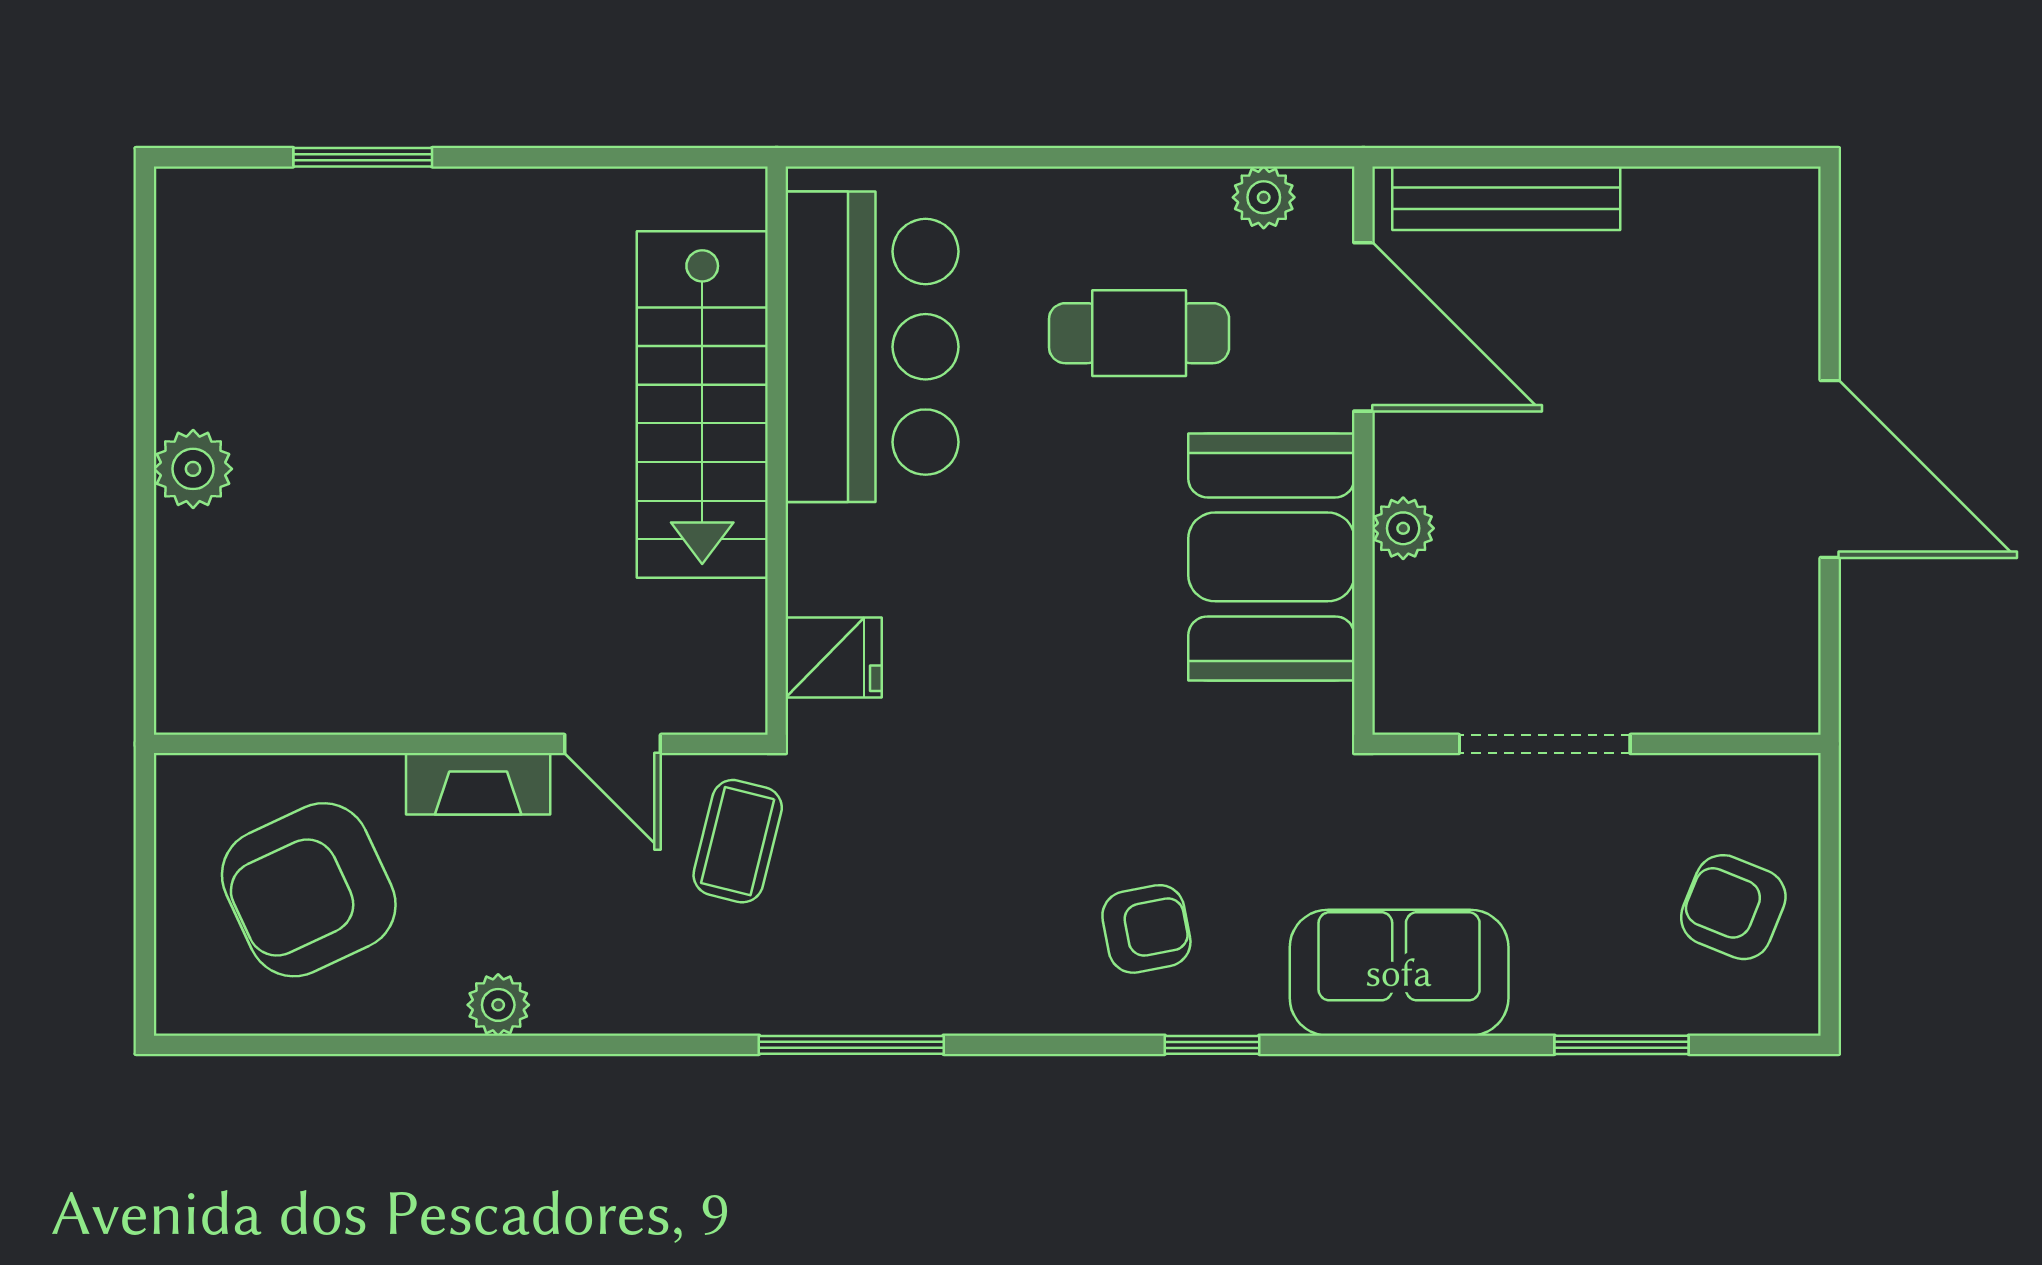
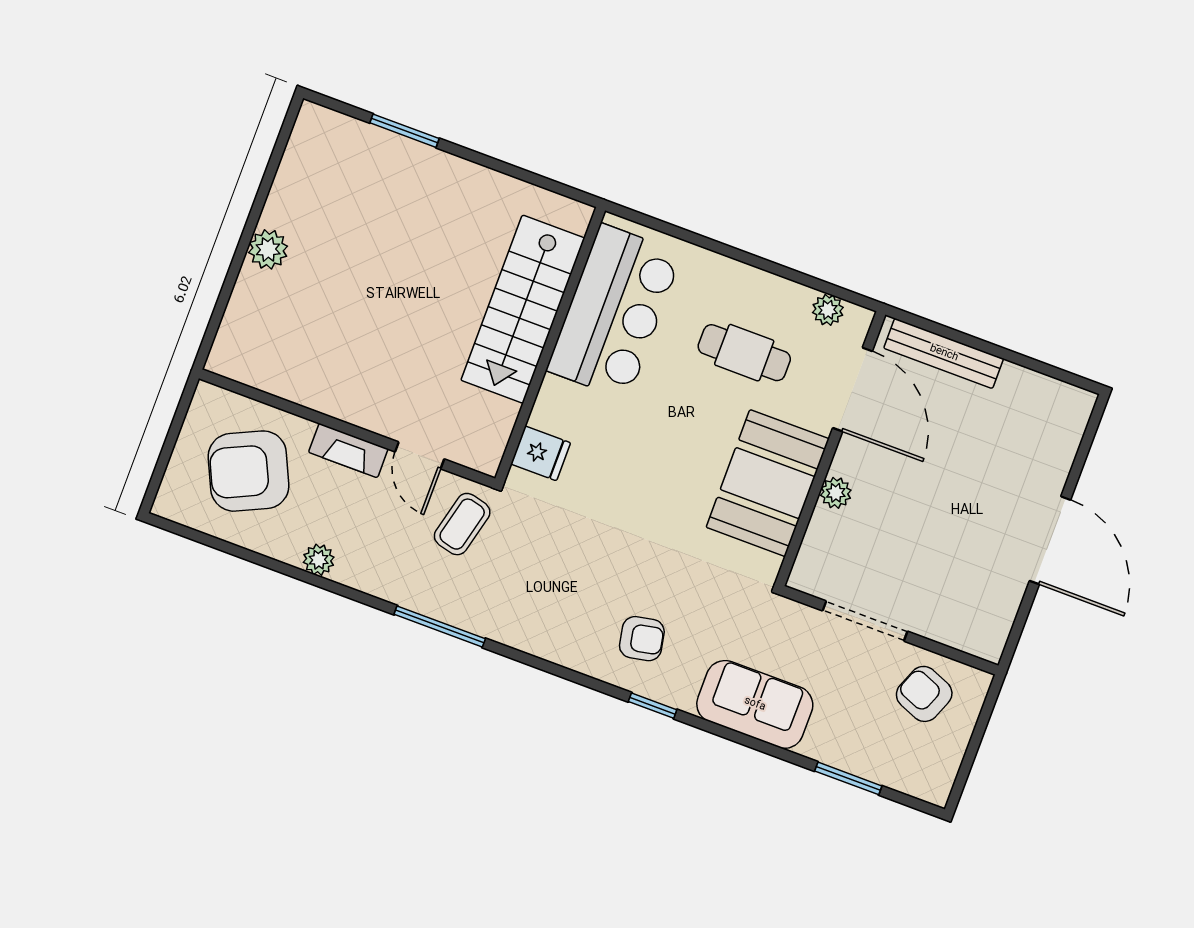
armchair: (1733, 907) -> (924, 694), moved
window: (851, 1045) -> (440, 627), moved

